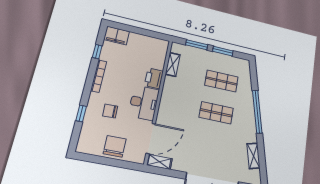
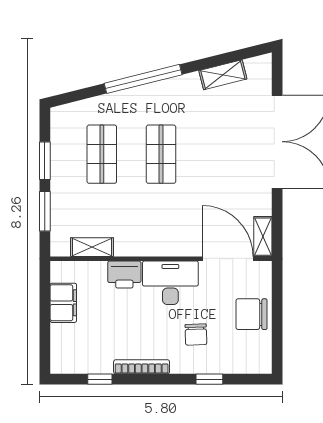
filing cabinet: (117, 35) -> (63, 303), moved

